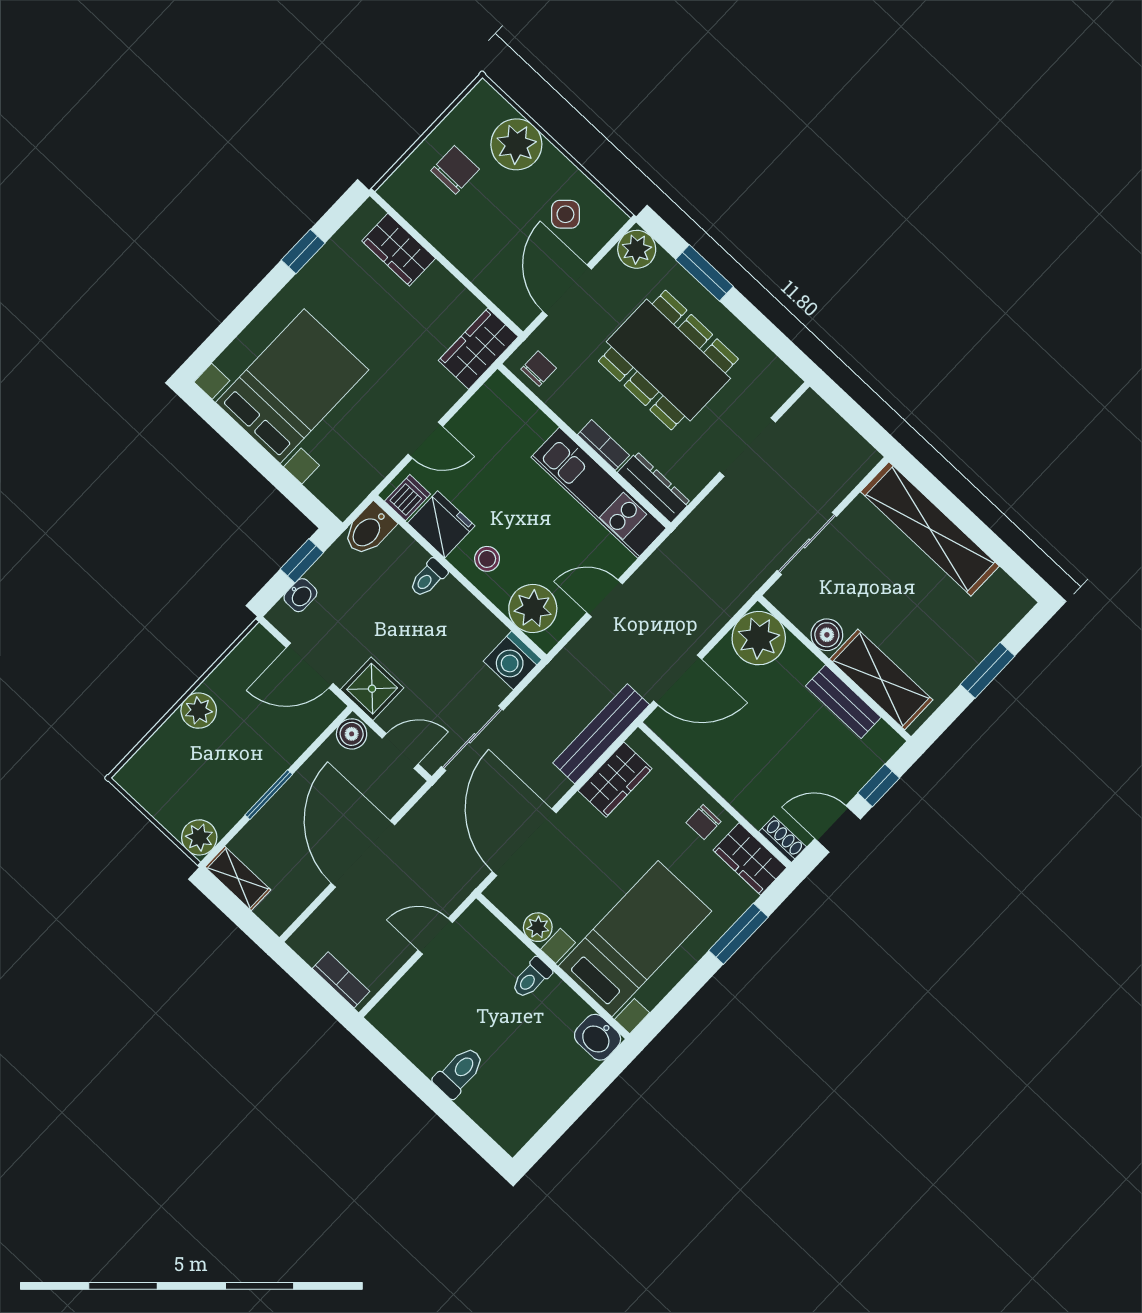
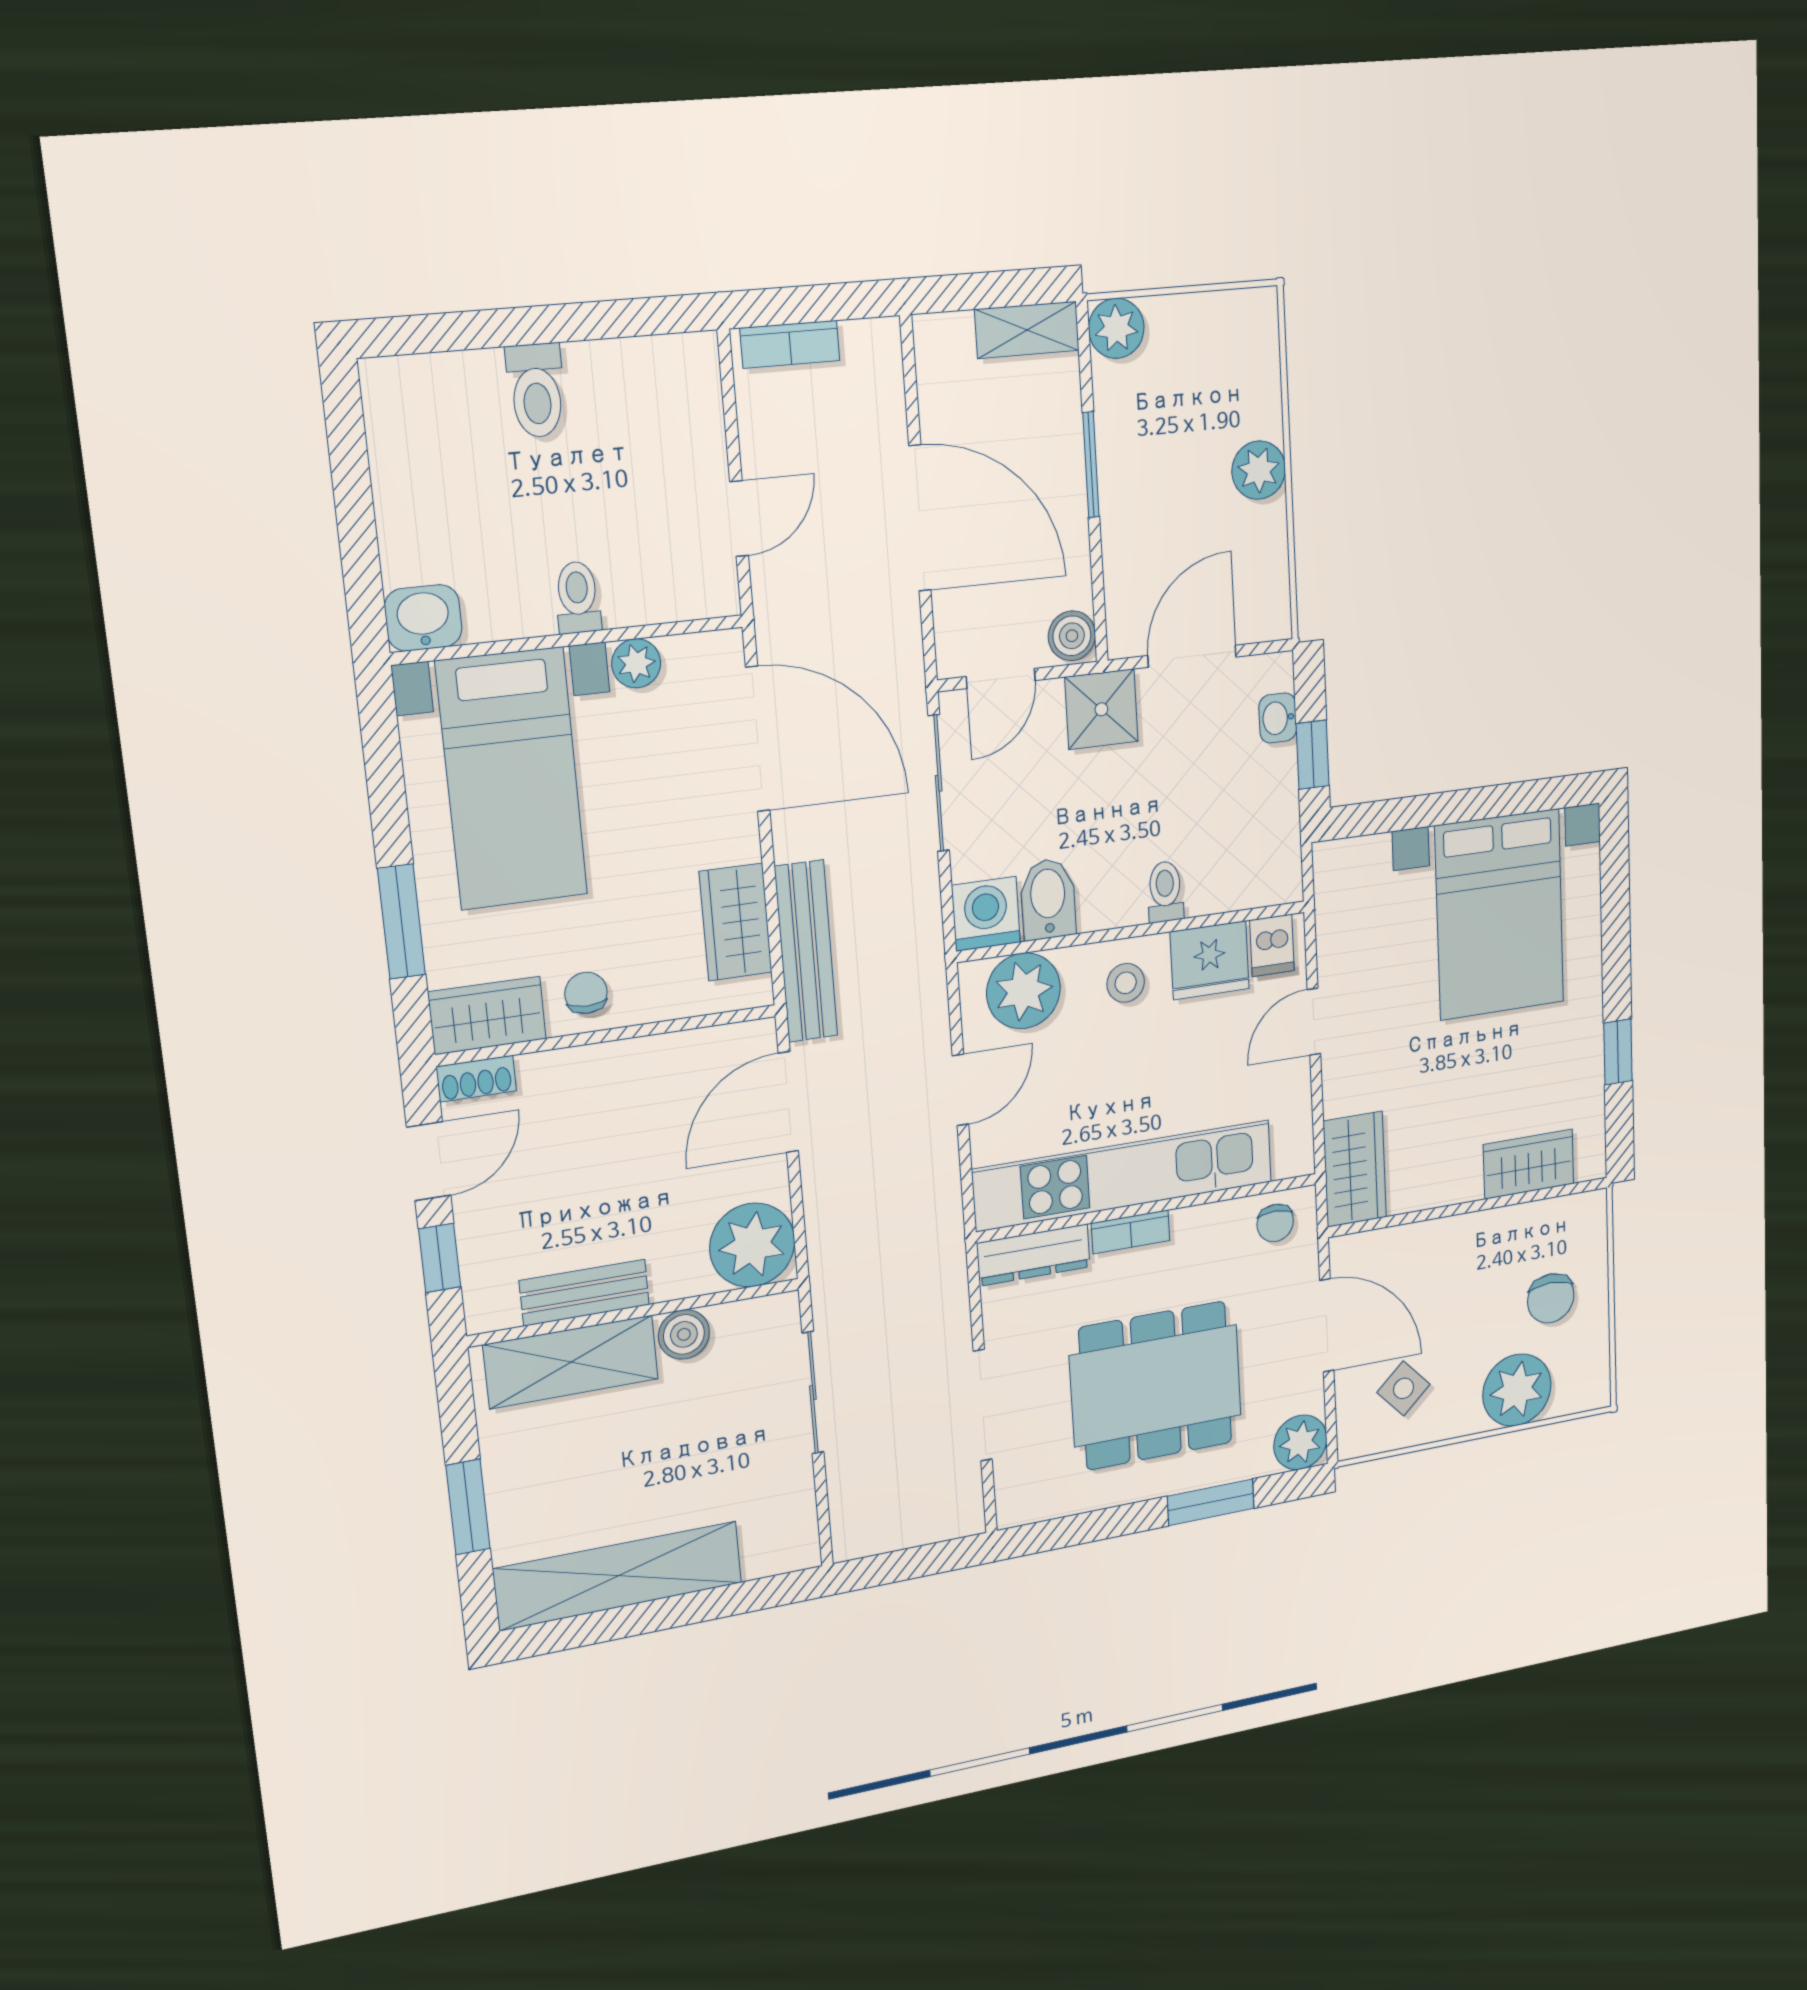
kitchen unit: (599, 493) -> (1124, 1175), width x1.36
shelving: (930, 529) -> (618, 1576), moved
bidet: (369, 530) -> (1048, 899), moved

